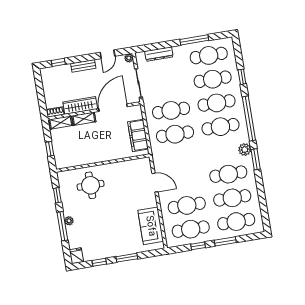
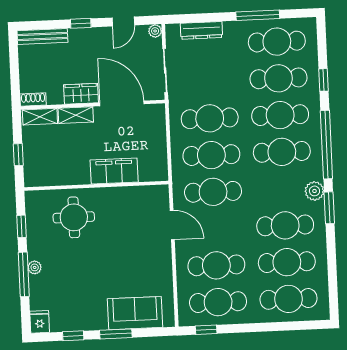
window: (58, 62) -> (81, 23), moved
bench: (83, 66) -> (42, 37), moved, width x1.36
wardrobe: (80, 105) -> (81, 94), width x0.67
door: (113, 108) -> (122, 103), hinge flipped
filing cabinet: (138, 135) -> (114, 171), moved, turned 90
cafe table: (179, 158) -> (213, 192), added
sofa: (151, 226) -> (135, 313), moved, turned 90
window: (225, 241) -> (268, 327), removed
window: (198, 246) -> (206, 330), moved

